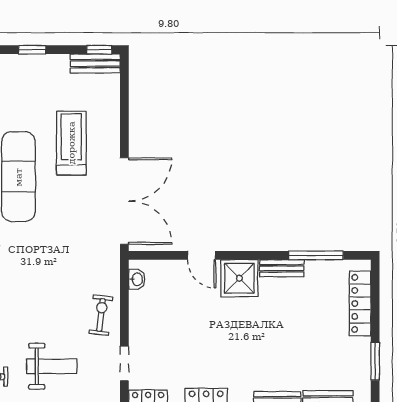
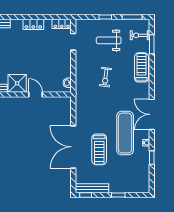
bench: (95, 64) -> (92, 188), width x1.36
double door: (124, 201) -> (73, 147), moved
exercise bike: (101, 315) -> (106, 77), moved

